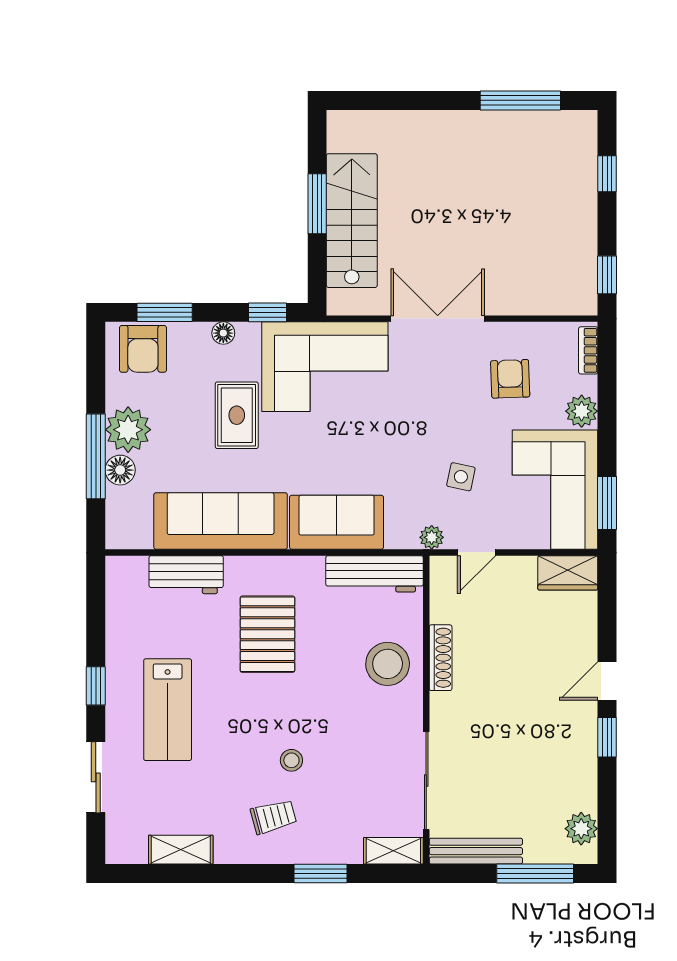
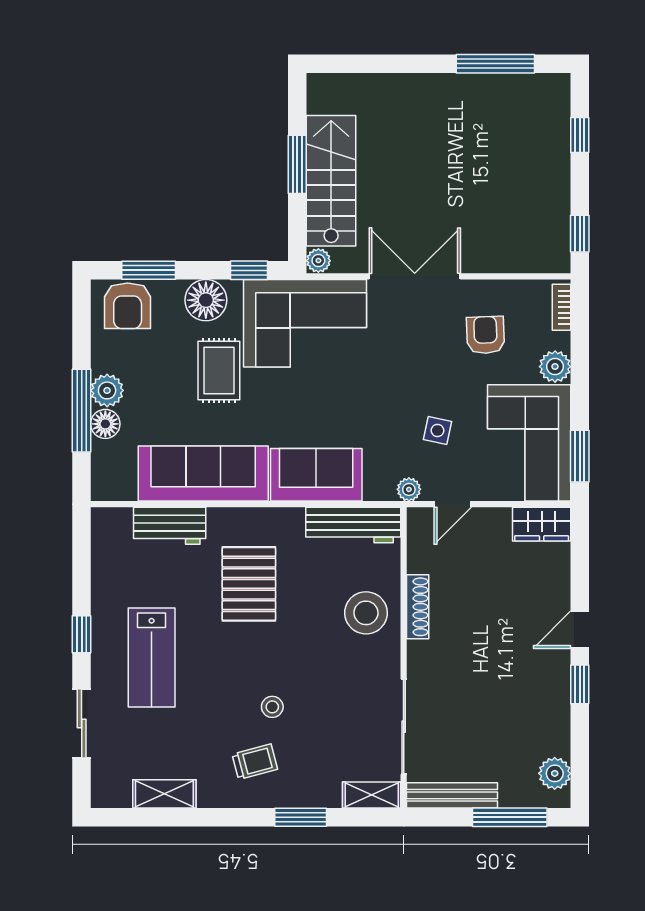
plant: (339, 302) -> (318, 261), added
floor lamp: (223, 333) -> (206, 300), width x1.89, depth x1.89
plant: (128, 430) -> (107, 390), width x0.73, depth x0.73

